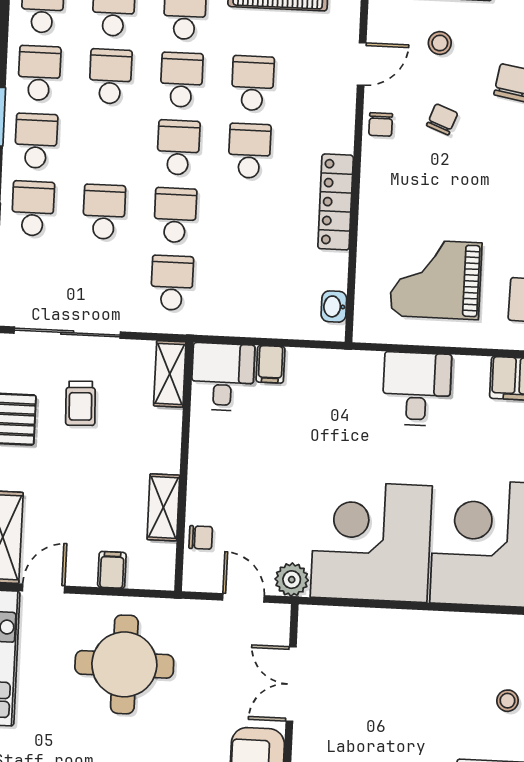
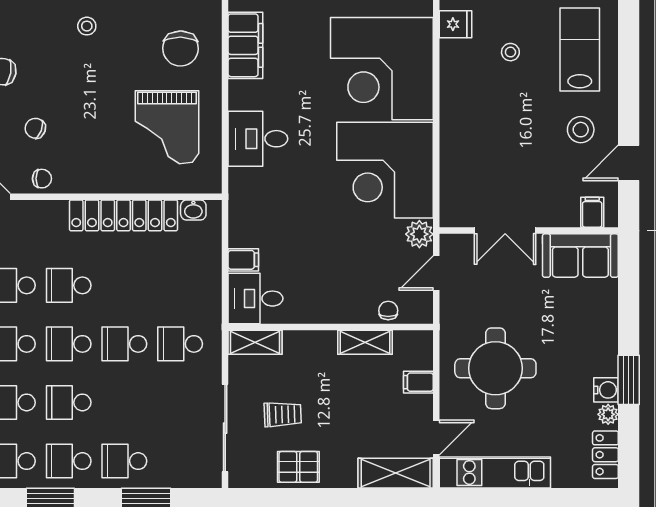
locker: (336, 202) -> (123, 215), width x1.41, depth x1.21
school desk: (104, 212) -> (69, 402), moved
door: (44, 588) -> (436, 438), swing flipped

